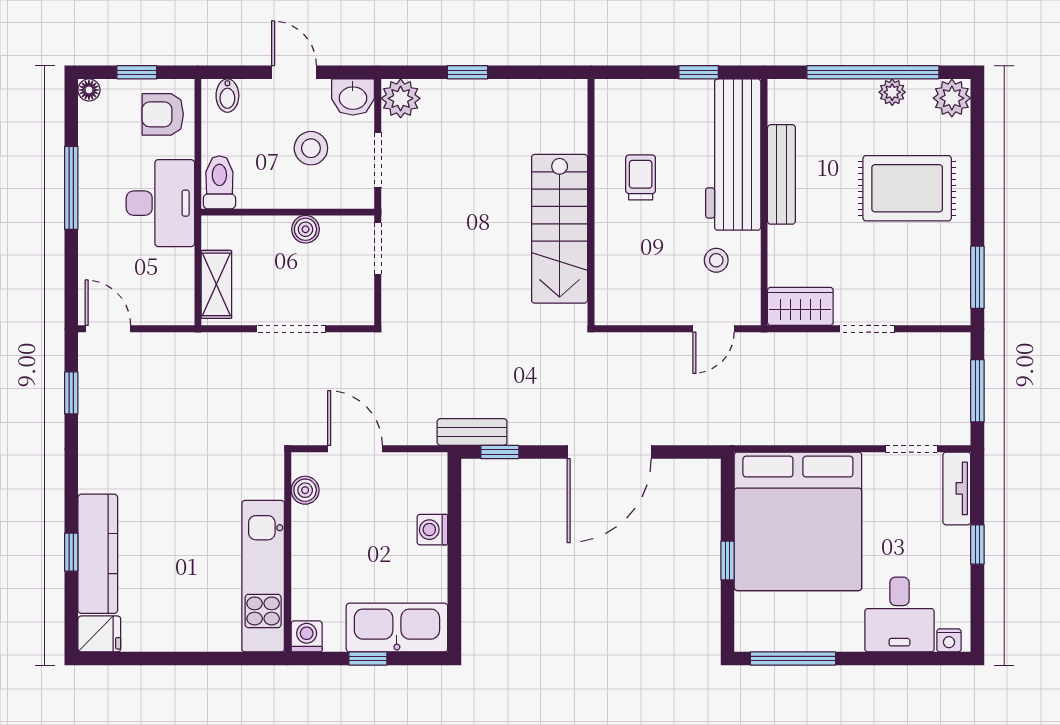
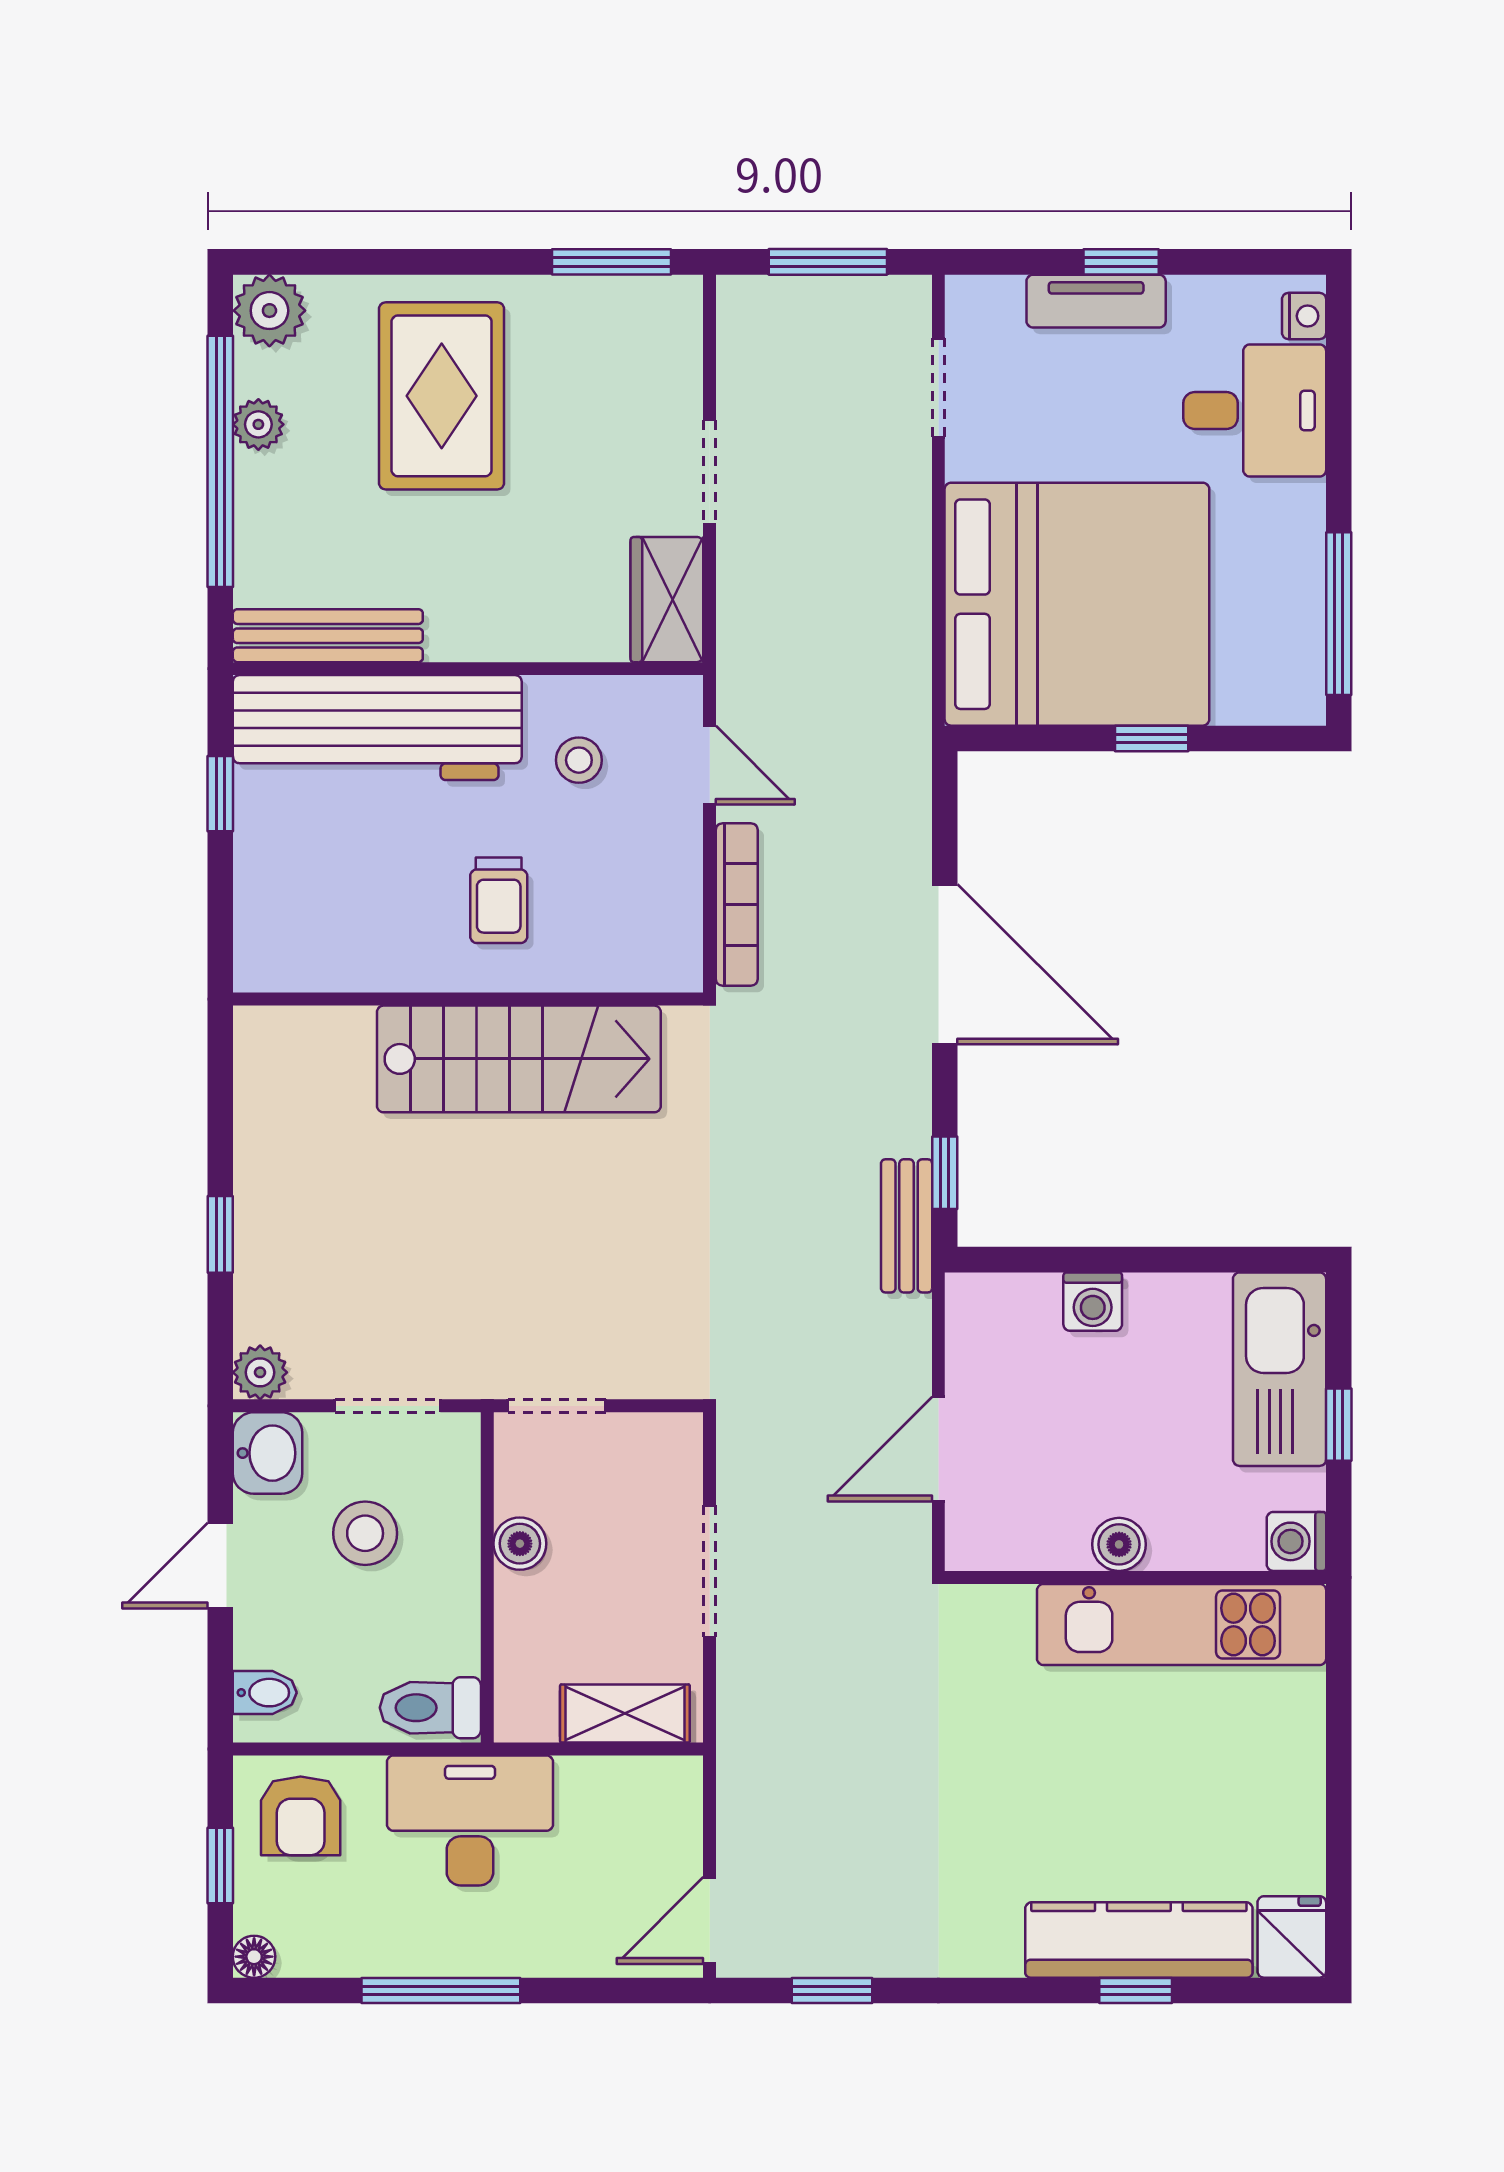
plant: (401, 98) -> (260, 1372), width x0.73, depth x0.73
bench: (781, 174) -> (328, 636), moved
trolley: (641, 177) -> (499, 900), moved, turned -90
bookcase: (641, 343) -> (737, 904), added
tv unit: (957, 488) -> (1096, 301), moved
boiler: (305, 490) -> (1119, 1544), moved

